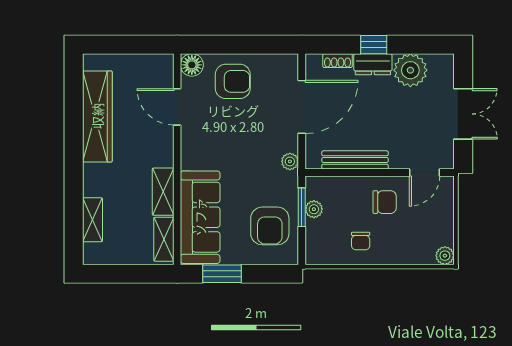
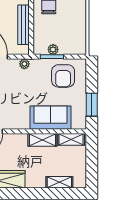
sofa: (200, 217) -> (50, 118), width x0.73
armchair: (270, 226) -> (63, 76), turned 90
chair: (361, 241) -> (72, 21), removed

